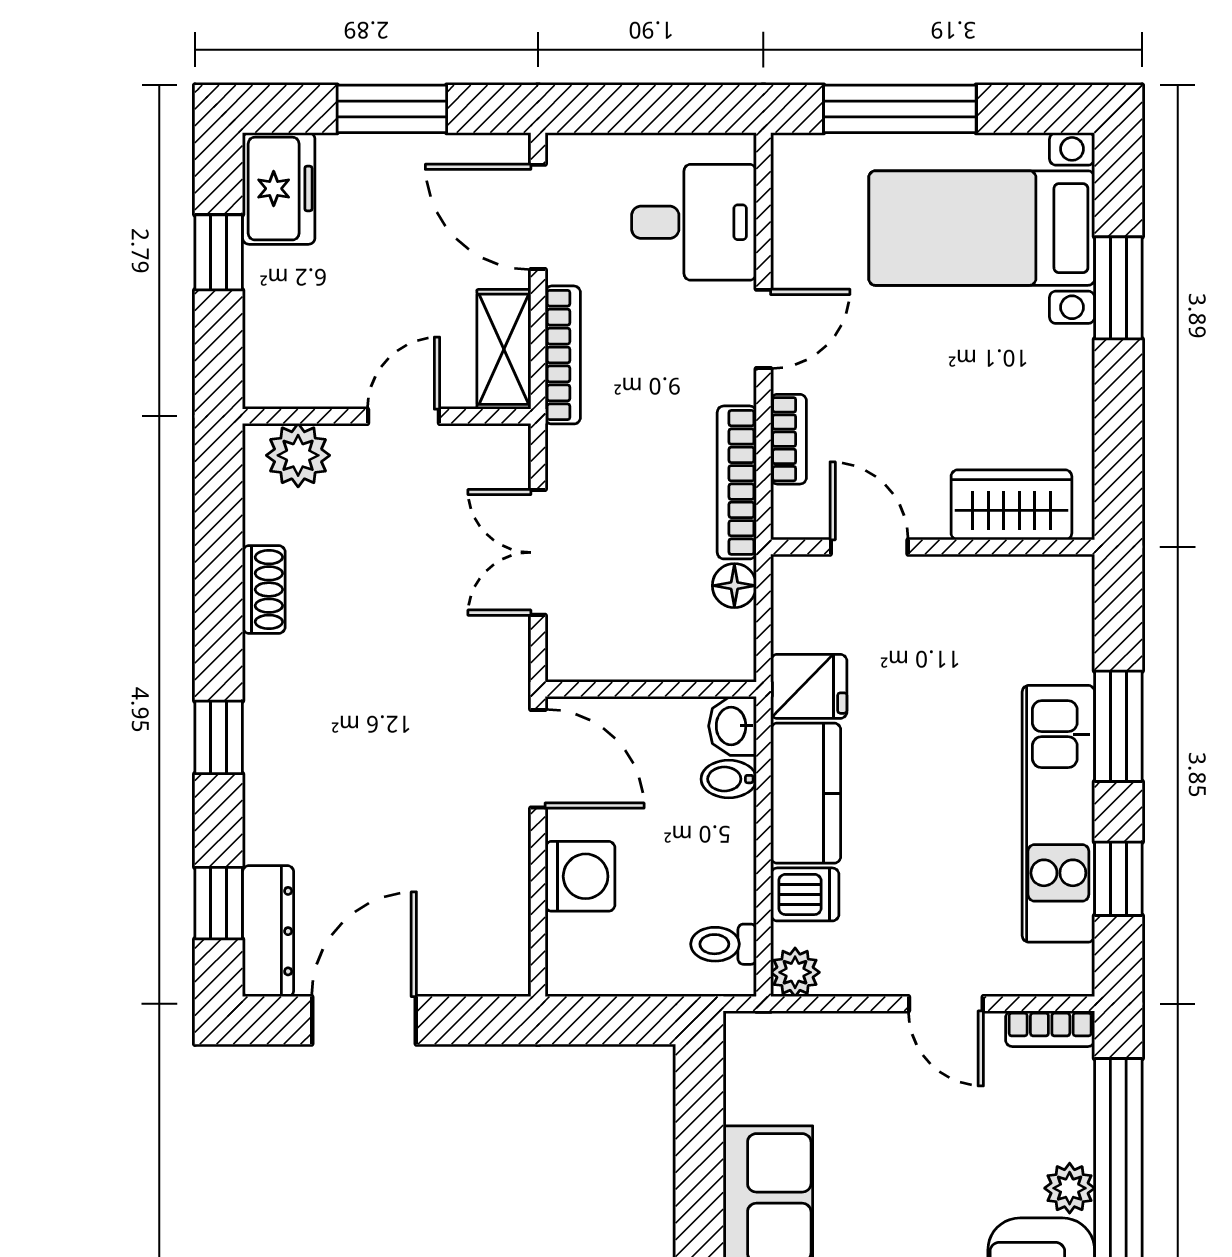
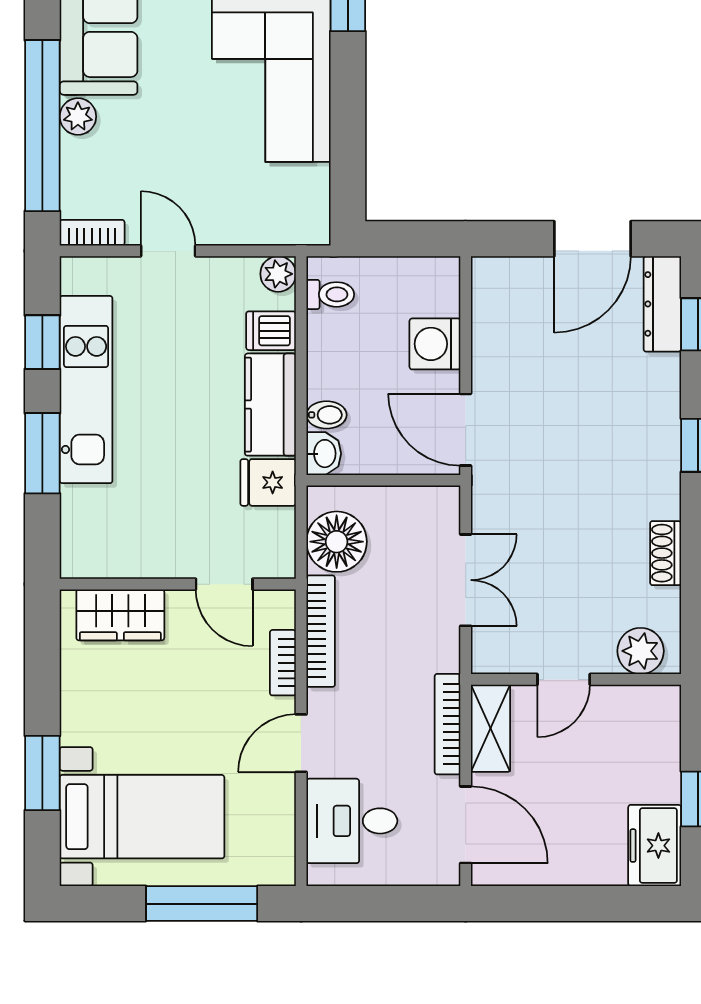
window: (392, 109) -> (572, 904), removed
floor lamp: (734, 586) -> (337, 542), width x1.89, depth x1.89

